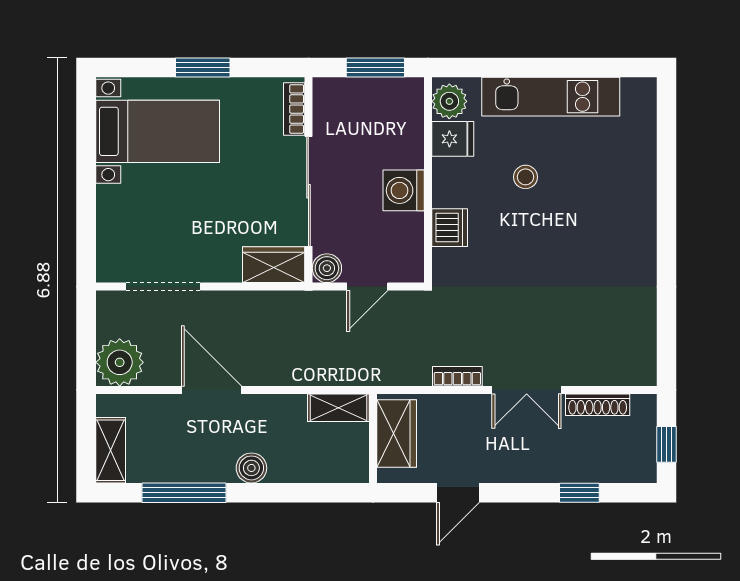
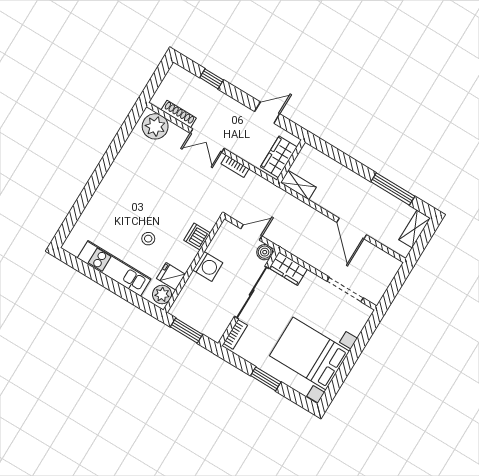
bed with nightstands: (158, 131) -> (309, 353), width x1.36
plant: (120, 362) -> (155, 126), moved
double door: (527, 390) -> (207, 141), swing flipped
window: (667, 444) -> (158, 77), removed
boiler: (251, 468) -> (355, 182), removed

